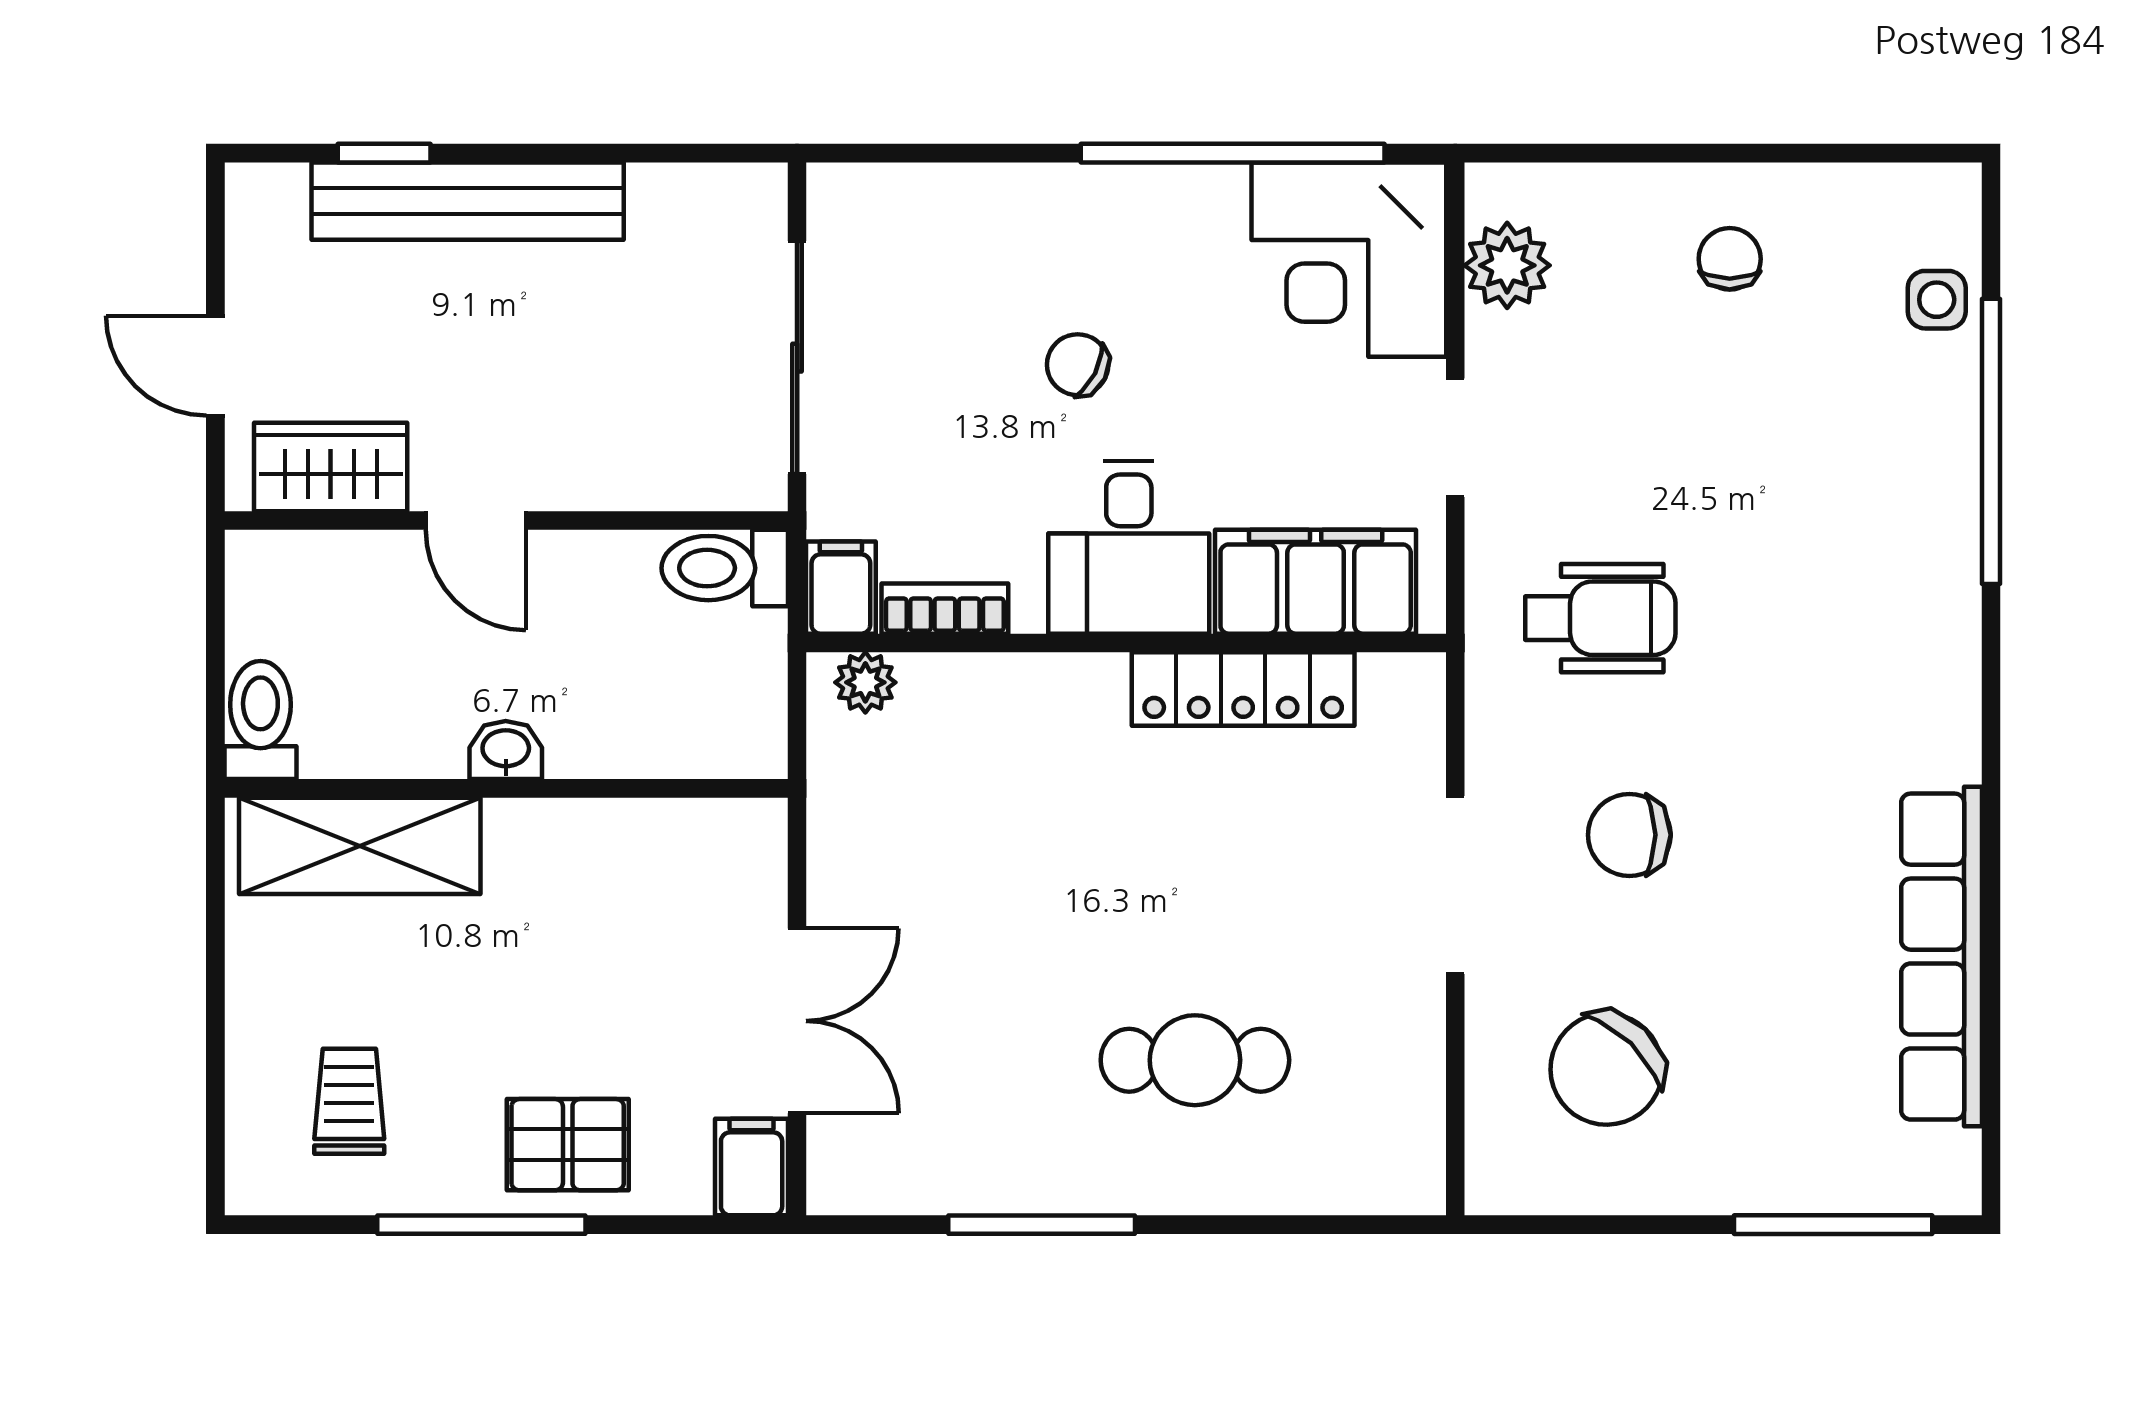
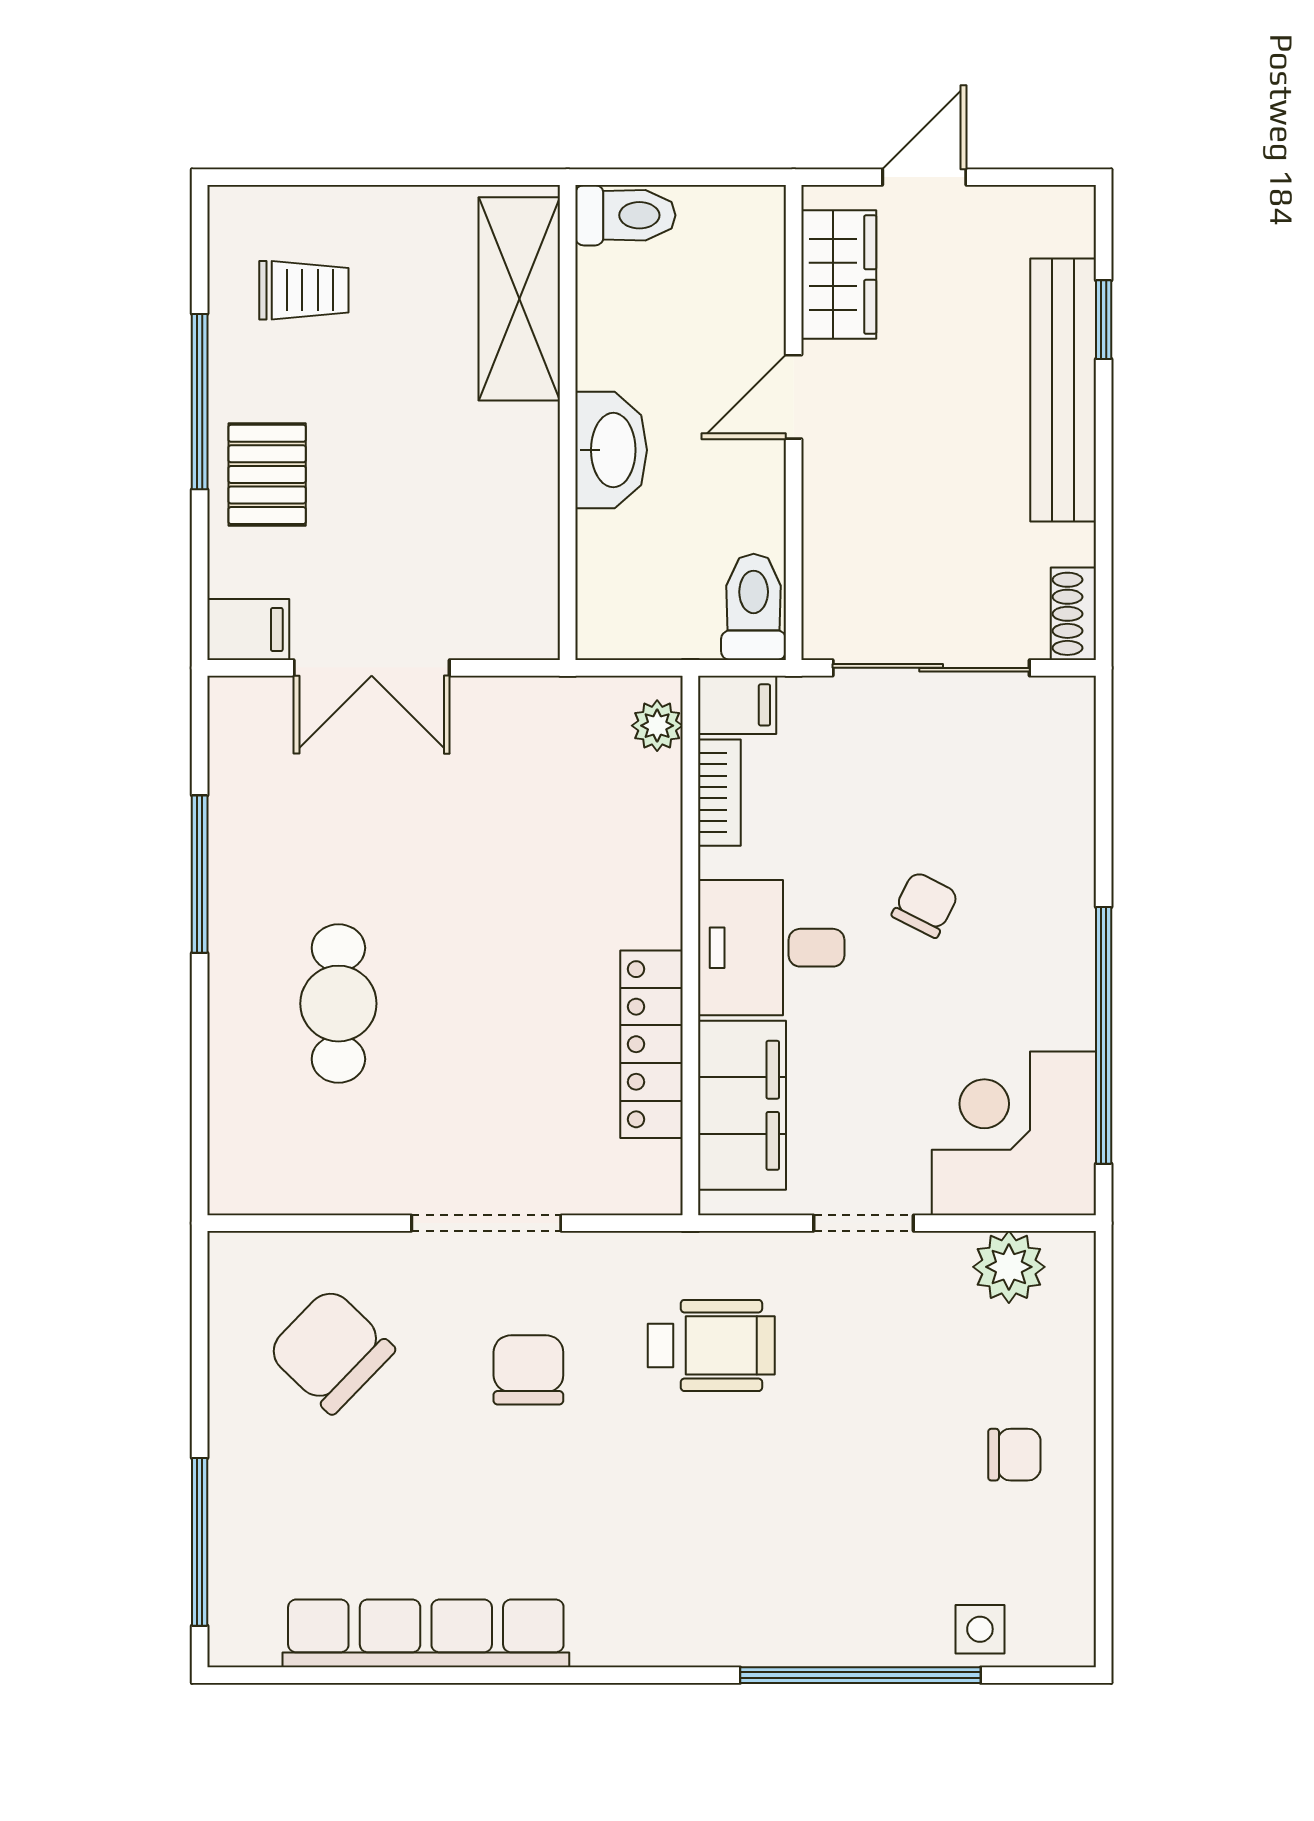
shoe rack: (733, 189) -> (1073, 614), added
wheelchair: (1600, 618) -> (711, 1345), turned -90
washbasin: (506, 750) -> (611, 450), width x1.91, depth x1.45

